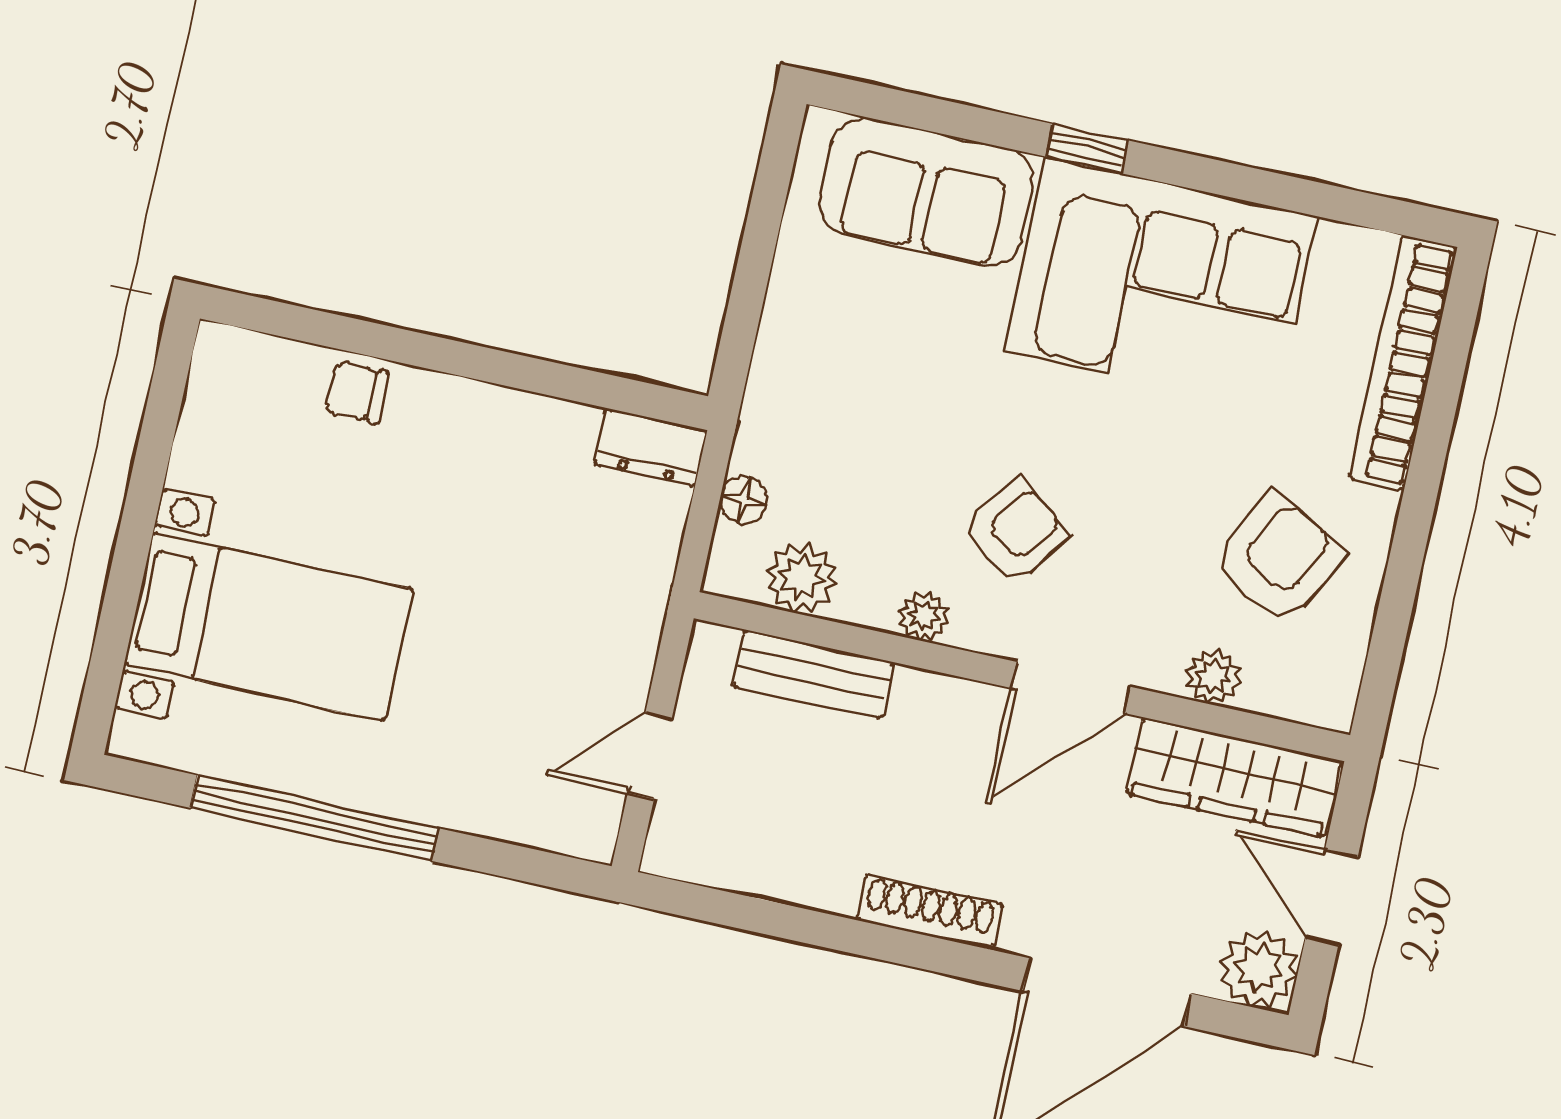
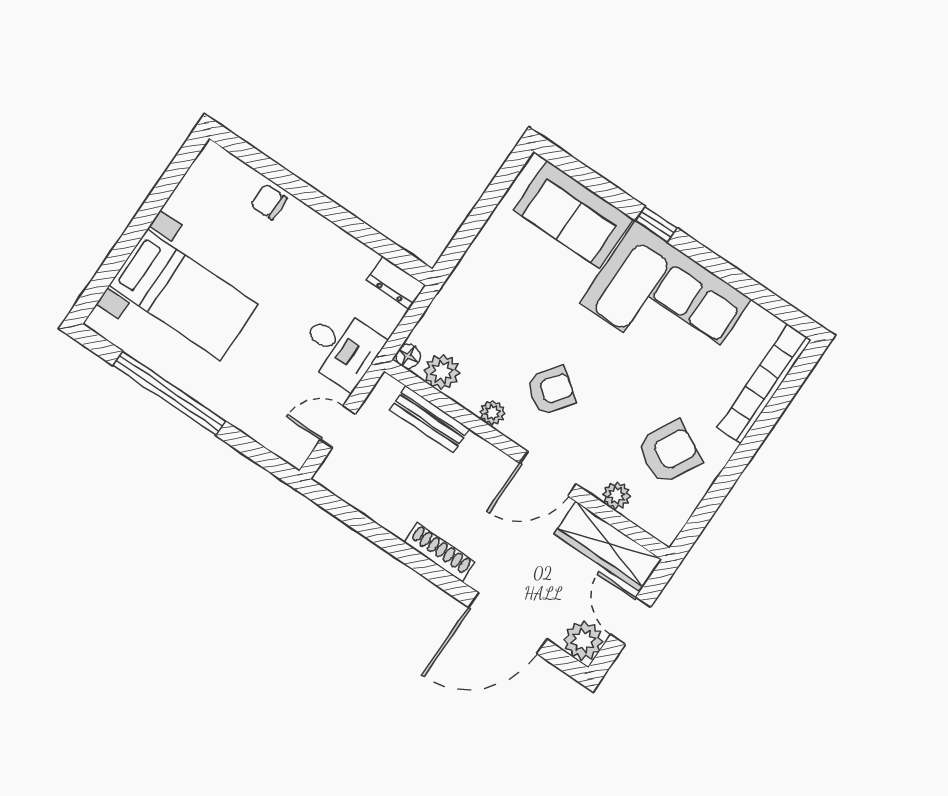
floor lamp: (744, 500) -> (408, 356), moved
desk: (597, 608) -> (341, 348), added

